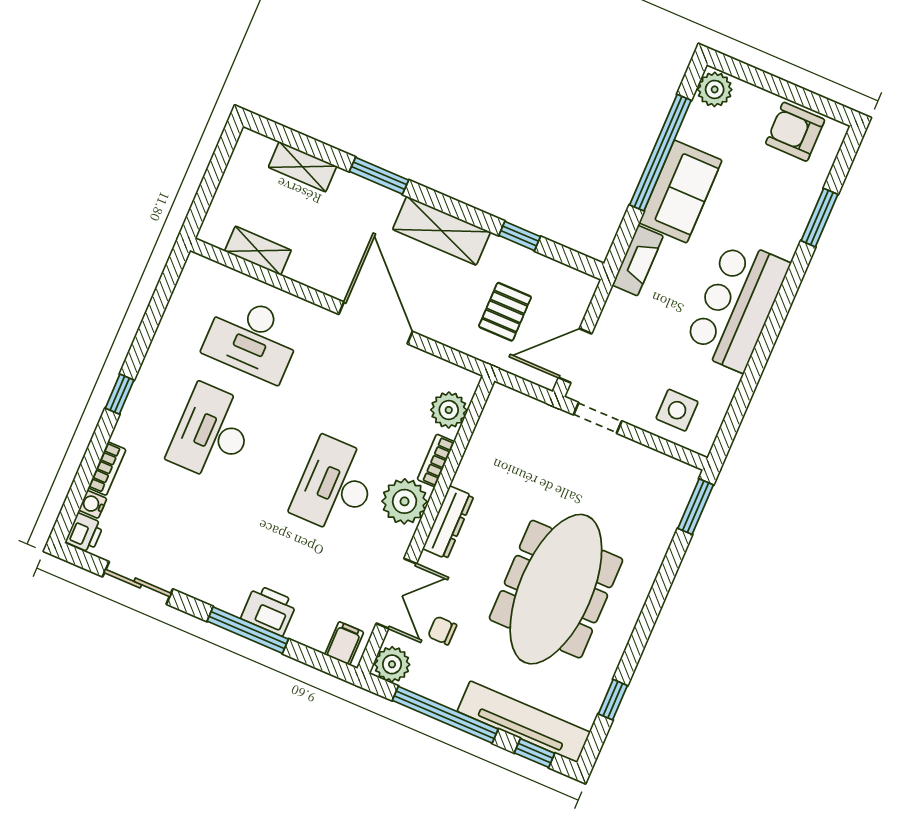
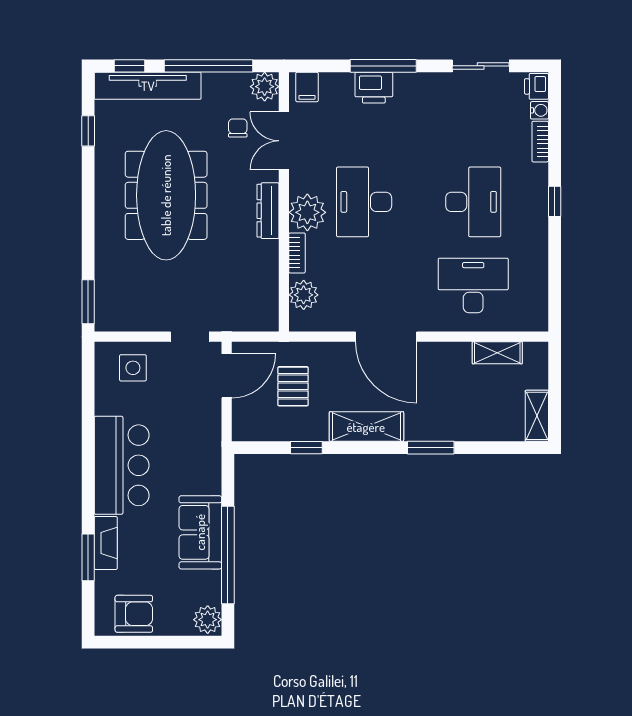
shelving: (303, 167) -> (537, 416), moved, turned 90
fireplace: (638, 261) -> (106, 543), moved, turned 180
desk: (335, 486) -> (364, 202), turned 180
chair: (442, 631) -> (238, 128), turned -90

